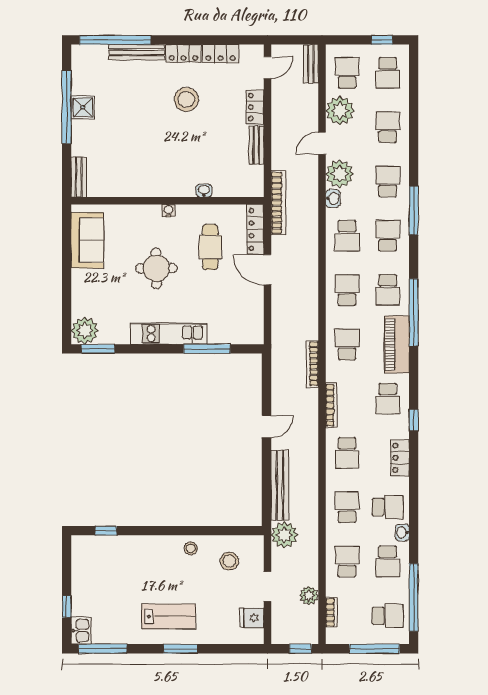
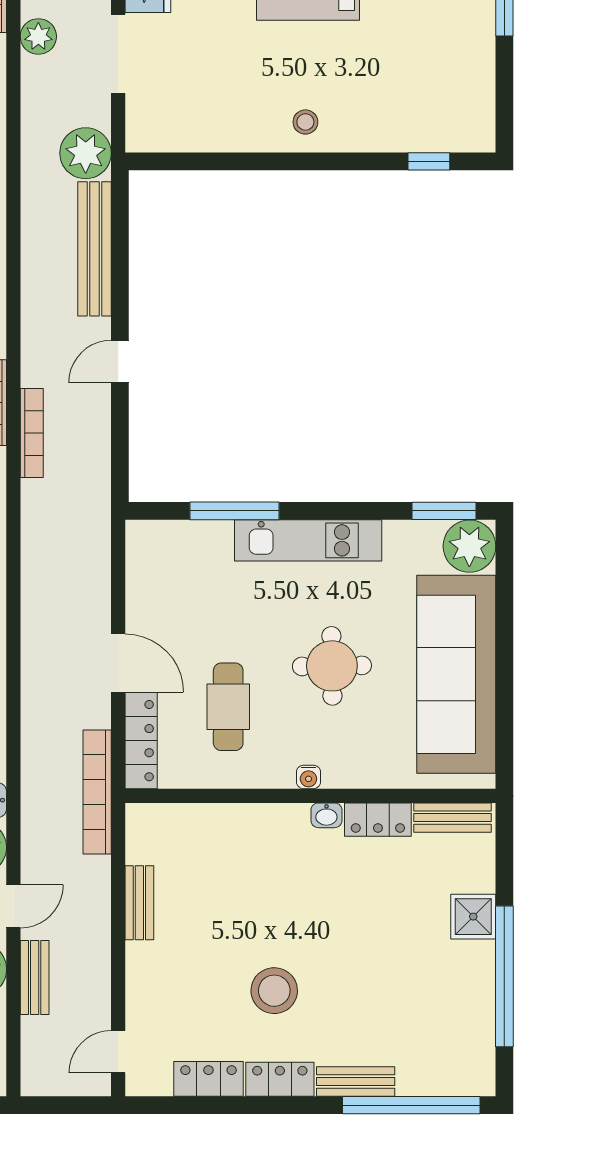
bench: (137, 52) -> (356, 1082), width x0.73
bench: (311, 64) -> (35, 977), moved
shower: (83, 107) -> (473, 917), moved
locker: (255, 107) -> (378, 820), moved, turned 90
bench: (79, 177) -> (453, 818), moved, turned 90
washbasin: (204, 191) -> (326, 815), moved
sofa: (87, 240) -> (456, 674), width x1.85, depth x1.27
bookcase: (312, 364) -> (32, 433), moved
stool: (191, 548) -> (305, 122), moved
stool: (229, 561) -> (191, 103), removed
doorway: (267, 586) -> (118, 54), width x1.38

